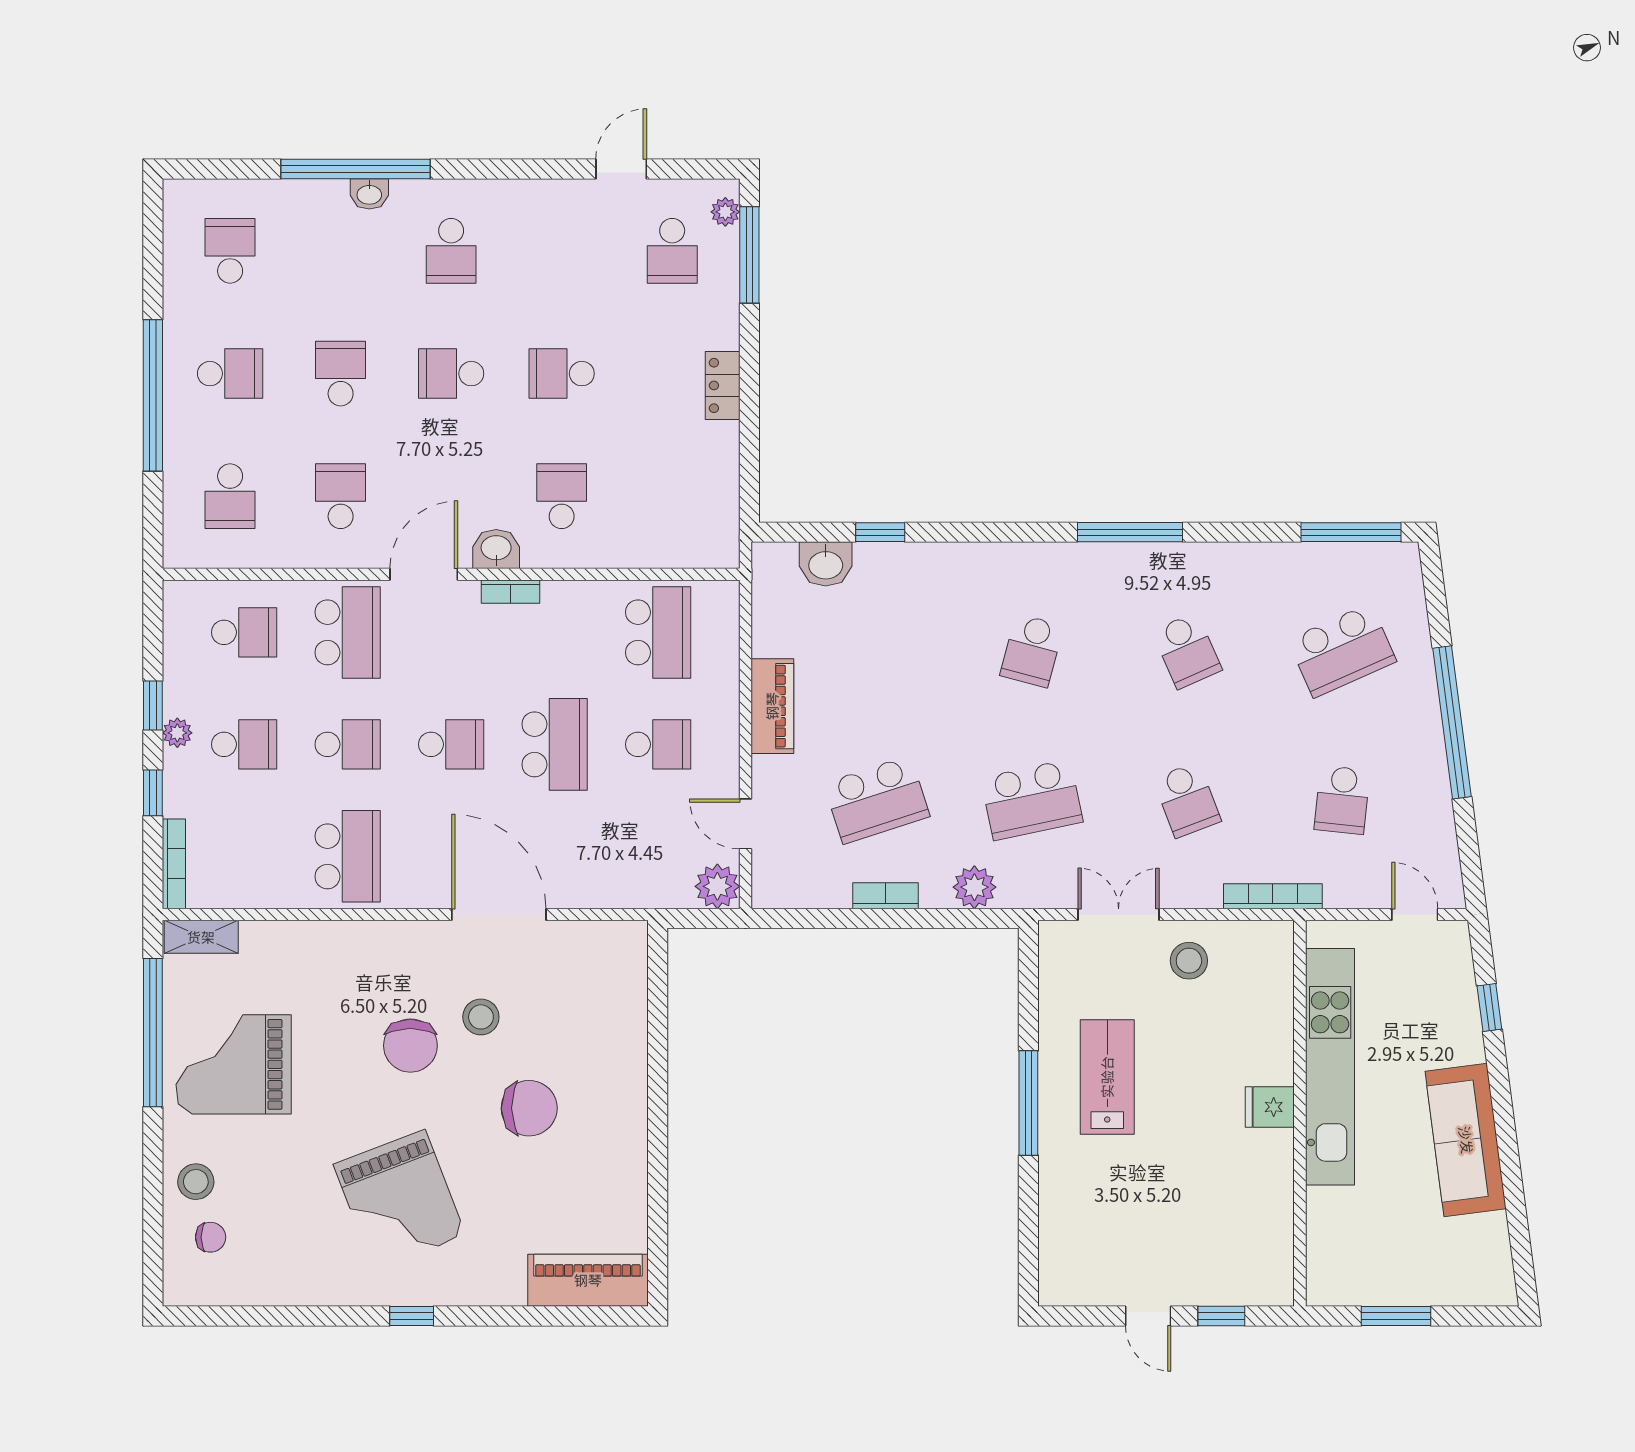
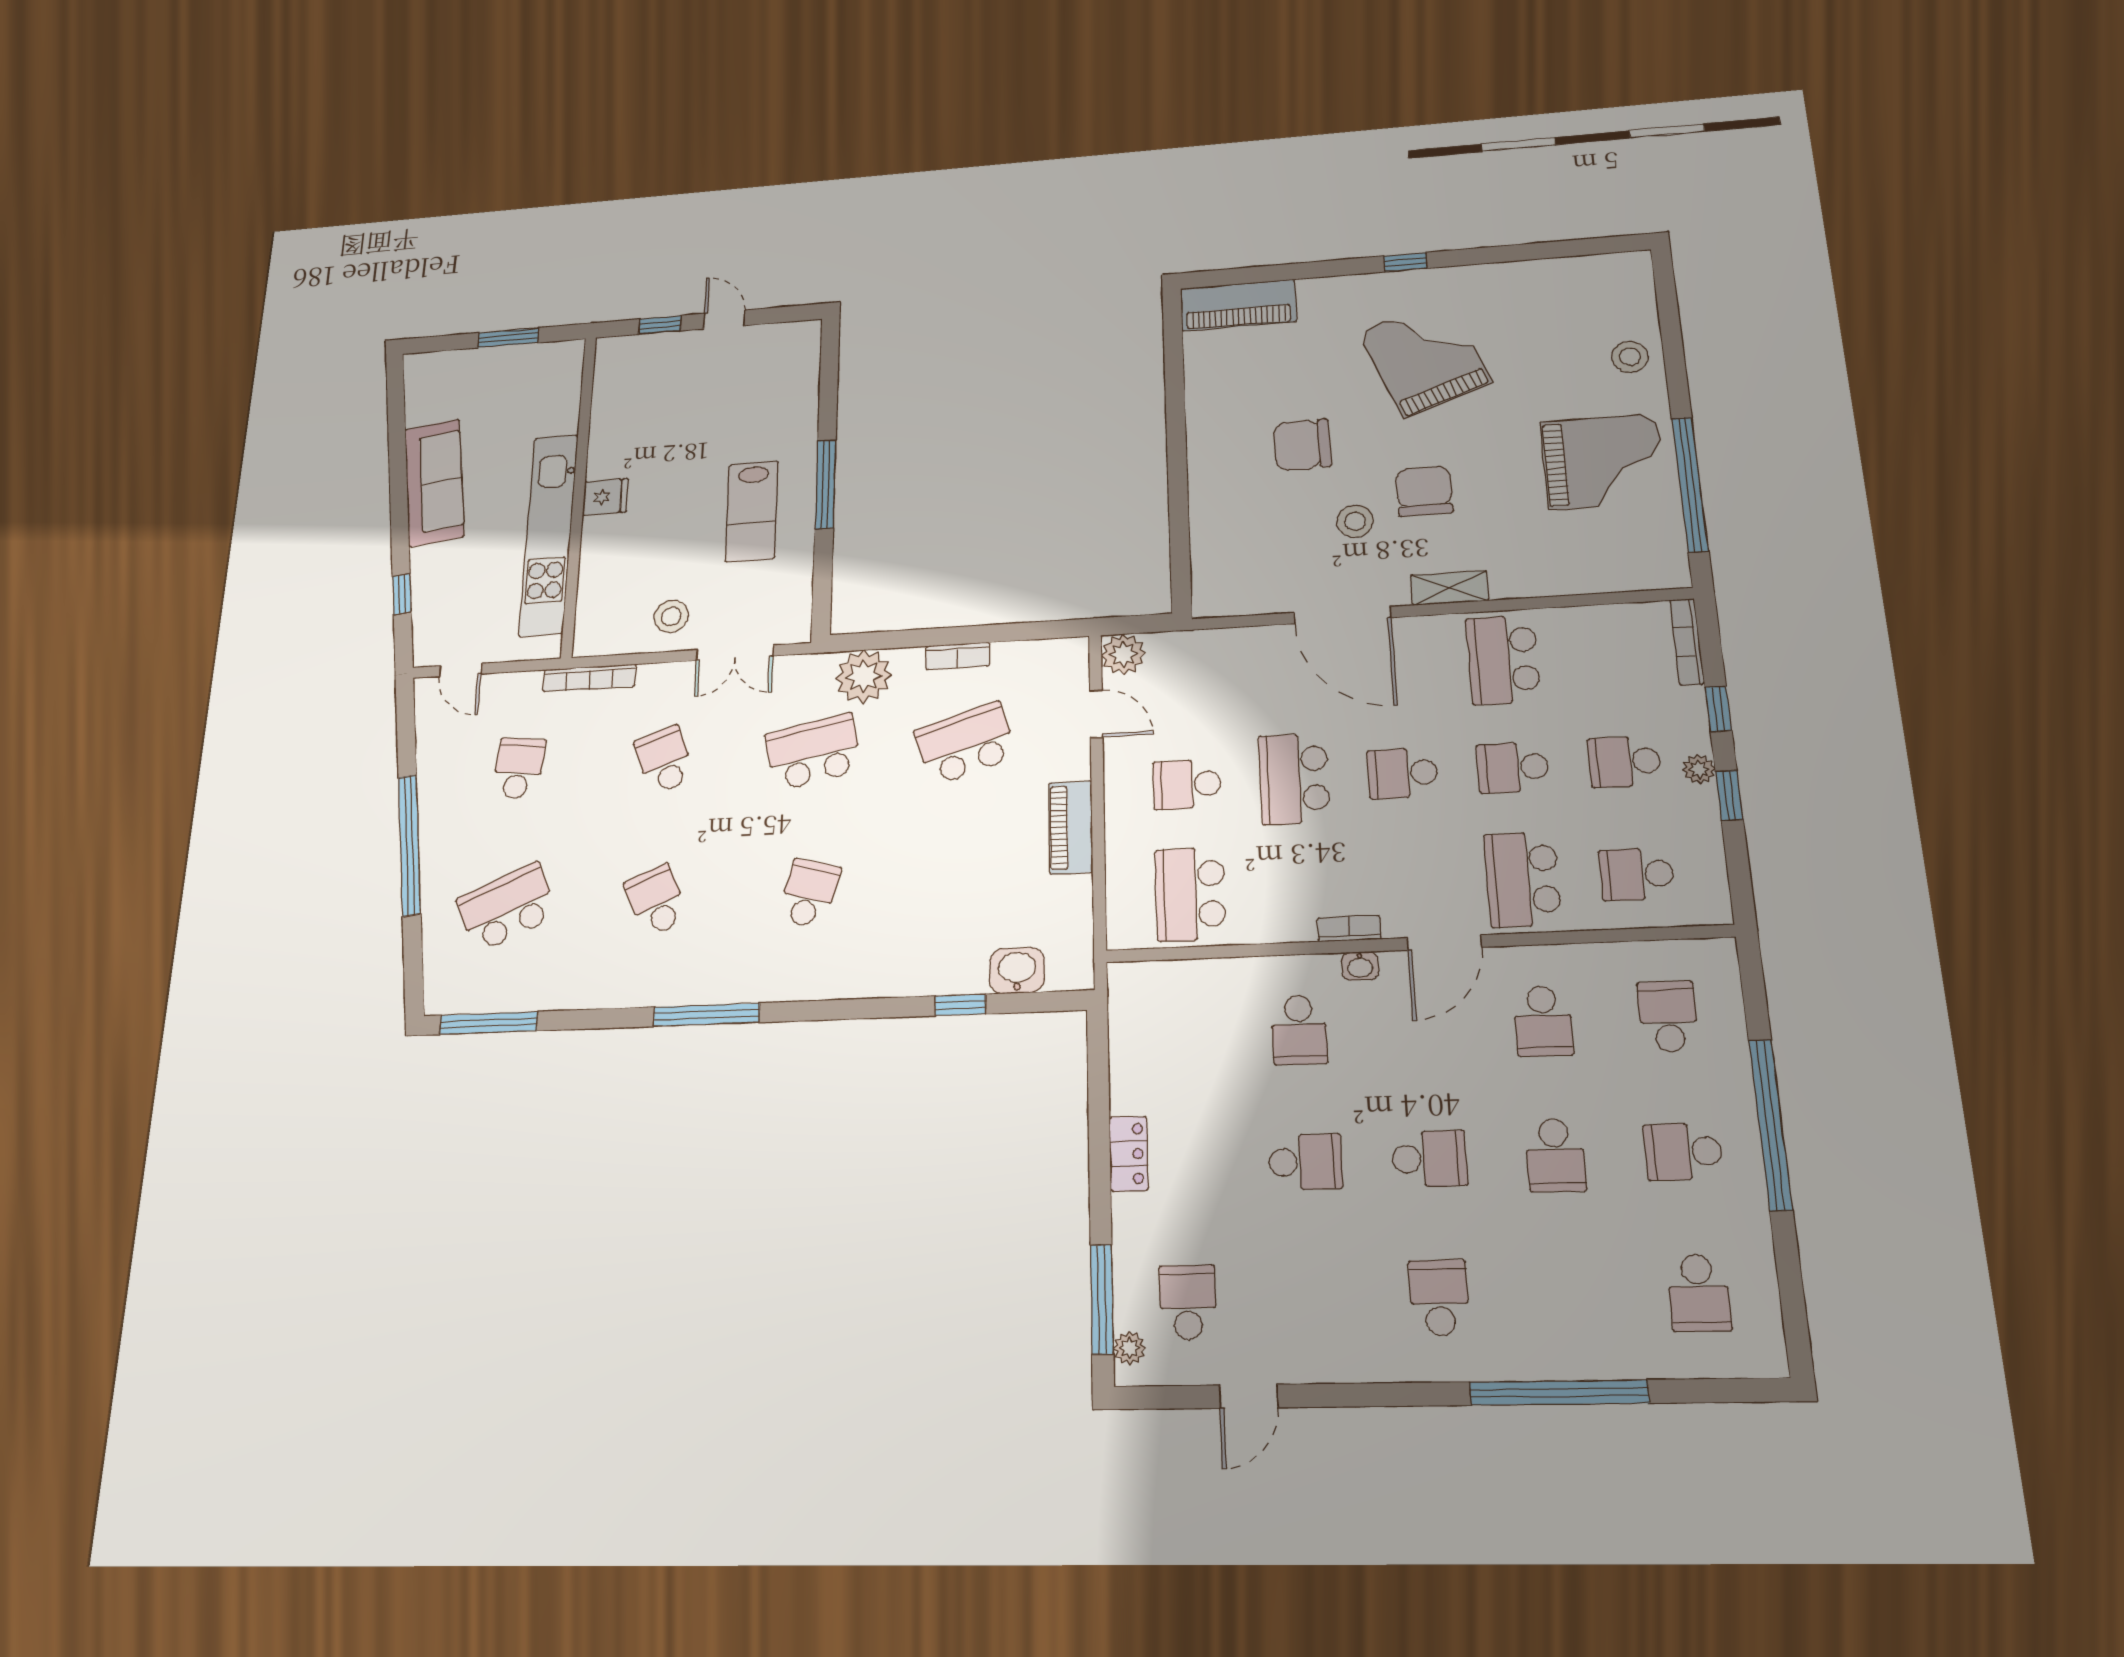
washbasin: (369, 194) -> (1540, 1363), removed
washbasin: (496, 549) -> (1360, 966), width x0.72, depth x0.69
plant: (974, 887) -> (864, 676), width x1.36, depth x1.36
shelving: (201, 937) -> (1450, 588), moved
chair: (211, 1237) -> (1610, 311), removed

